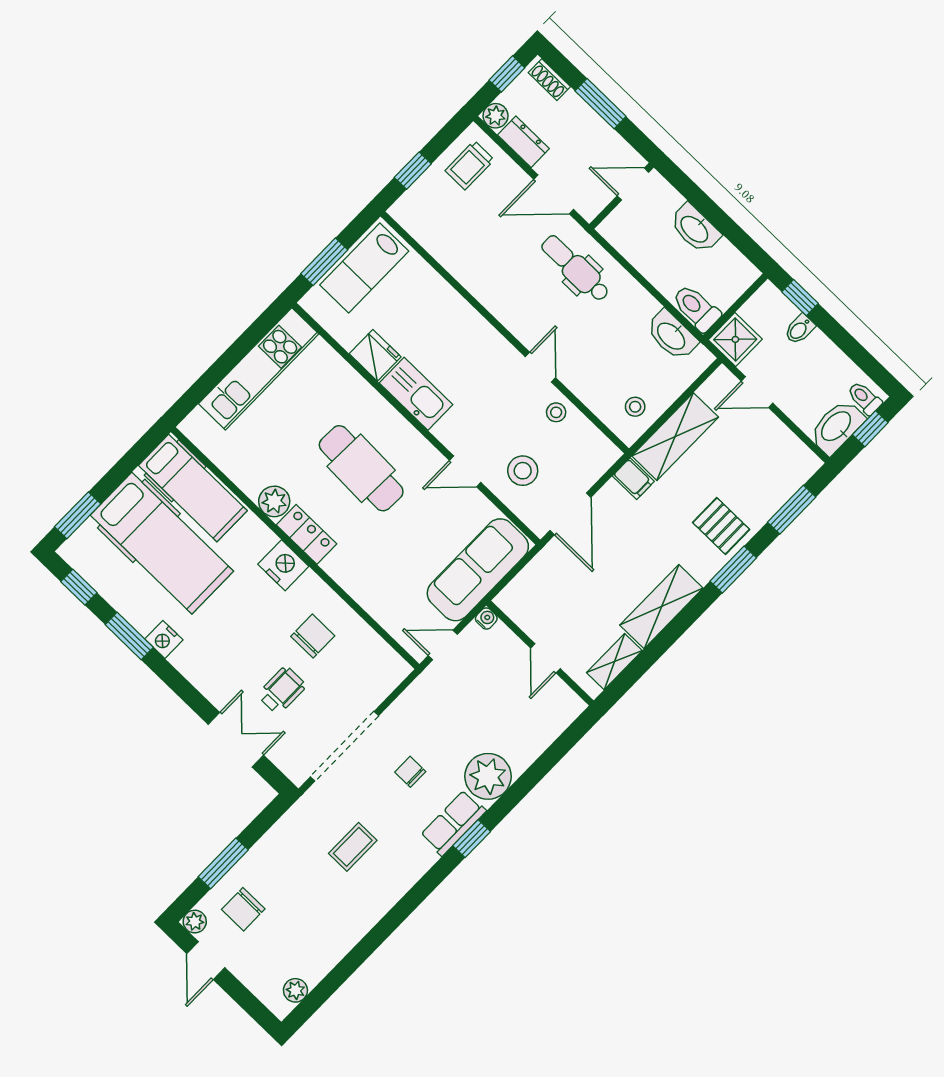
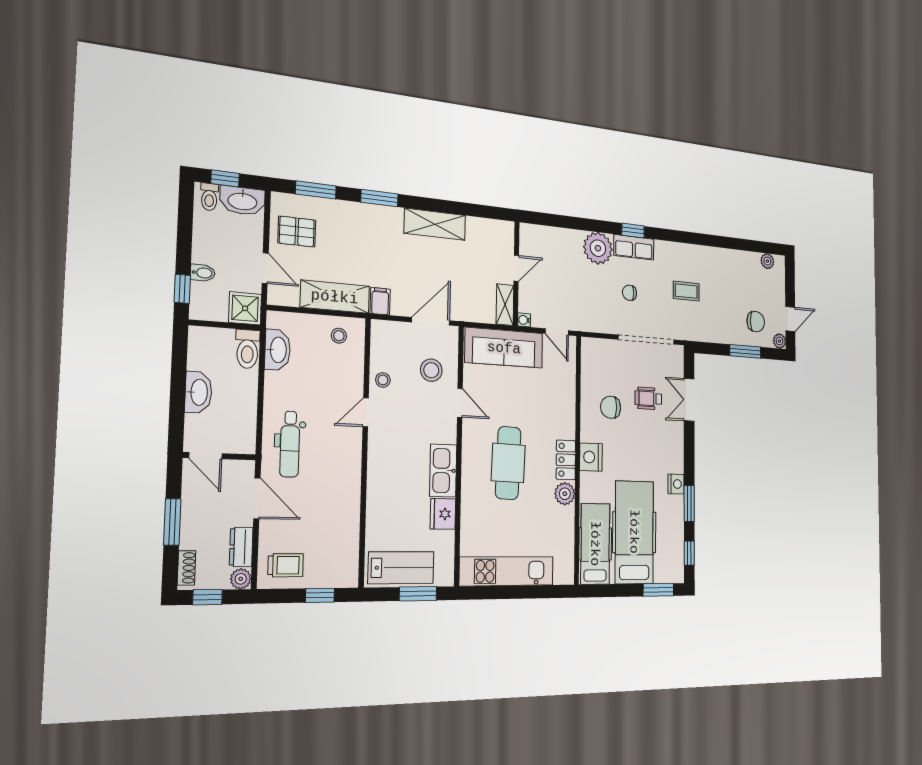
pallet: (721, 526) -> (297, 232), moved, turned 90
shelving: (614, 662) -> (505, 305), moved, turned 90
chair: (410, 772) -> (630, 293), turned 90

